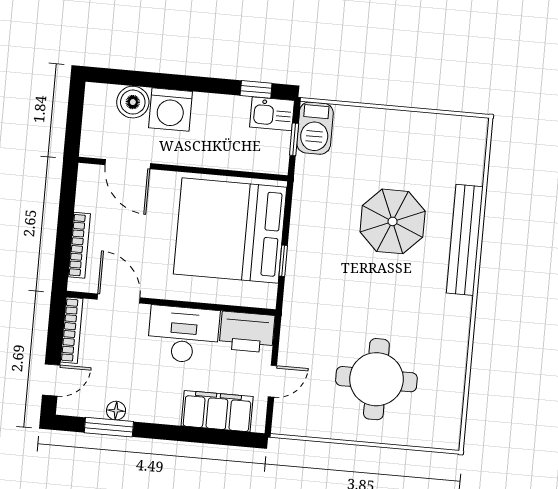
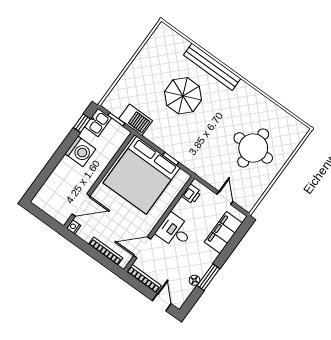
boiler: (133, 102) -> (53, 185), removed
washing machine: (170, 110) -> (80, 151), moved
barbecue: (315, 128) -> (136, 120), moved
nightstand: (87, 173) -> (74, 227), added
printer: (247, 332) -> (192, 194), width x0.53, depth x0.68
desk: (183, 335) -> (175, 231), width x0.73
window: (109, 427) -> (208, 277), moved

